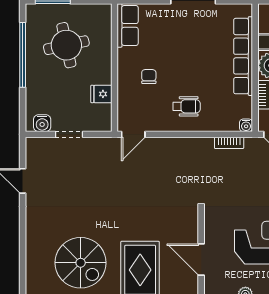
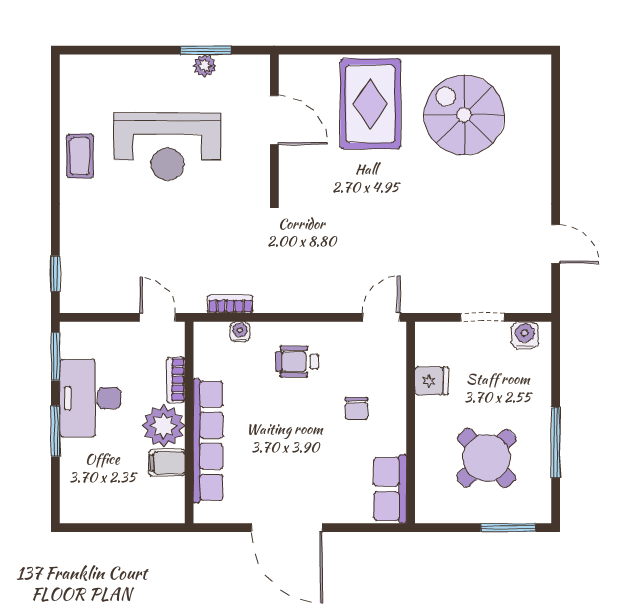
round table: (66, 45) -> (487, 458), turned -32
window: (23, 55) -> (556, 443), width x0.68
water cooler: (246, 125) -> (240, 332), moved

